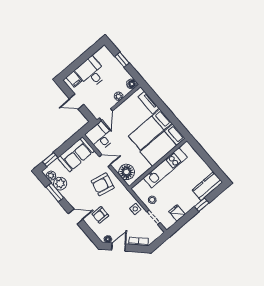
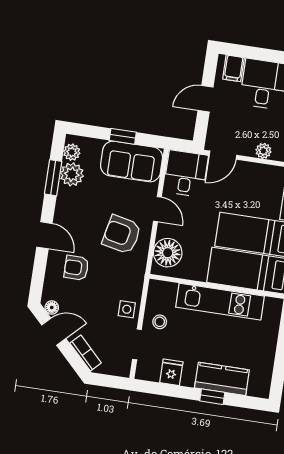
door: (77, 102) -> (205, 99), hinge flipped
window: (50, 160) -> (123, 136), moved
kitchen counter: (207, 186) -> (222, 379), moved

